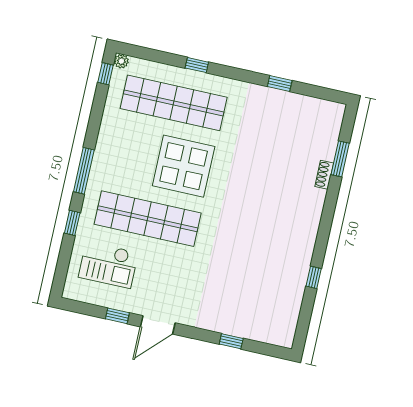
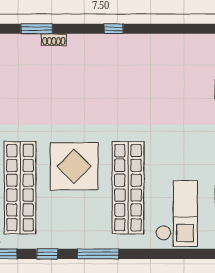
window: (72, 223) -> (47, 254), moved
checkout: (108, 265) -> (177, 214), width x1.36, depth x1.21
window: (314, 277) -> (114, 29), moved

